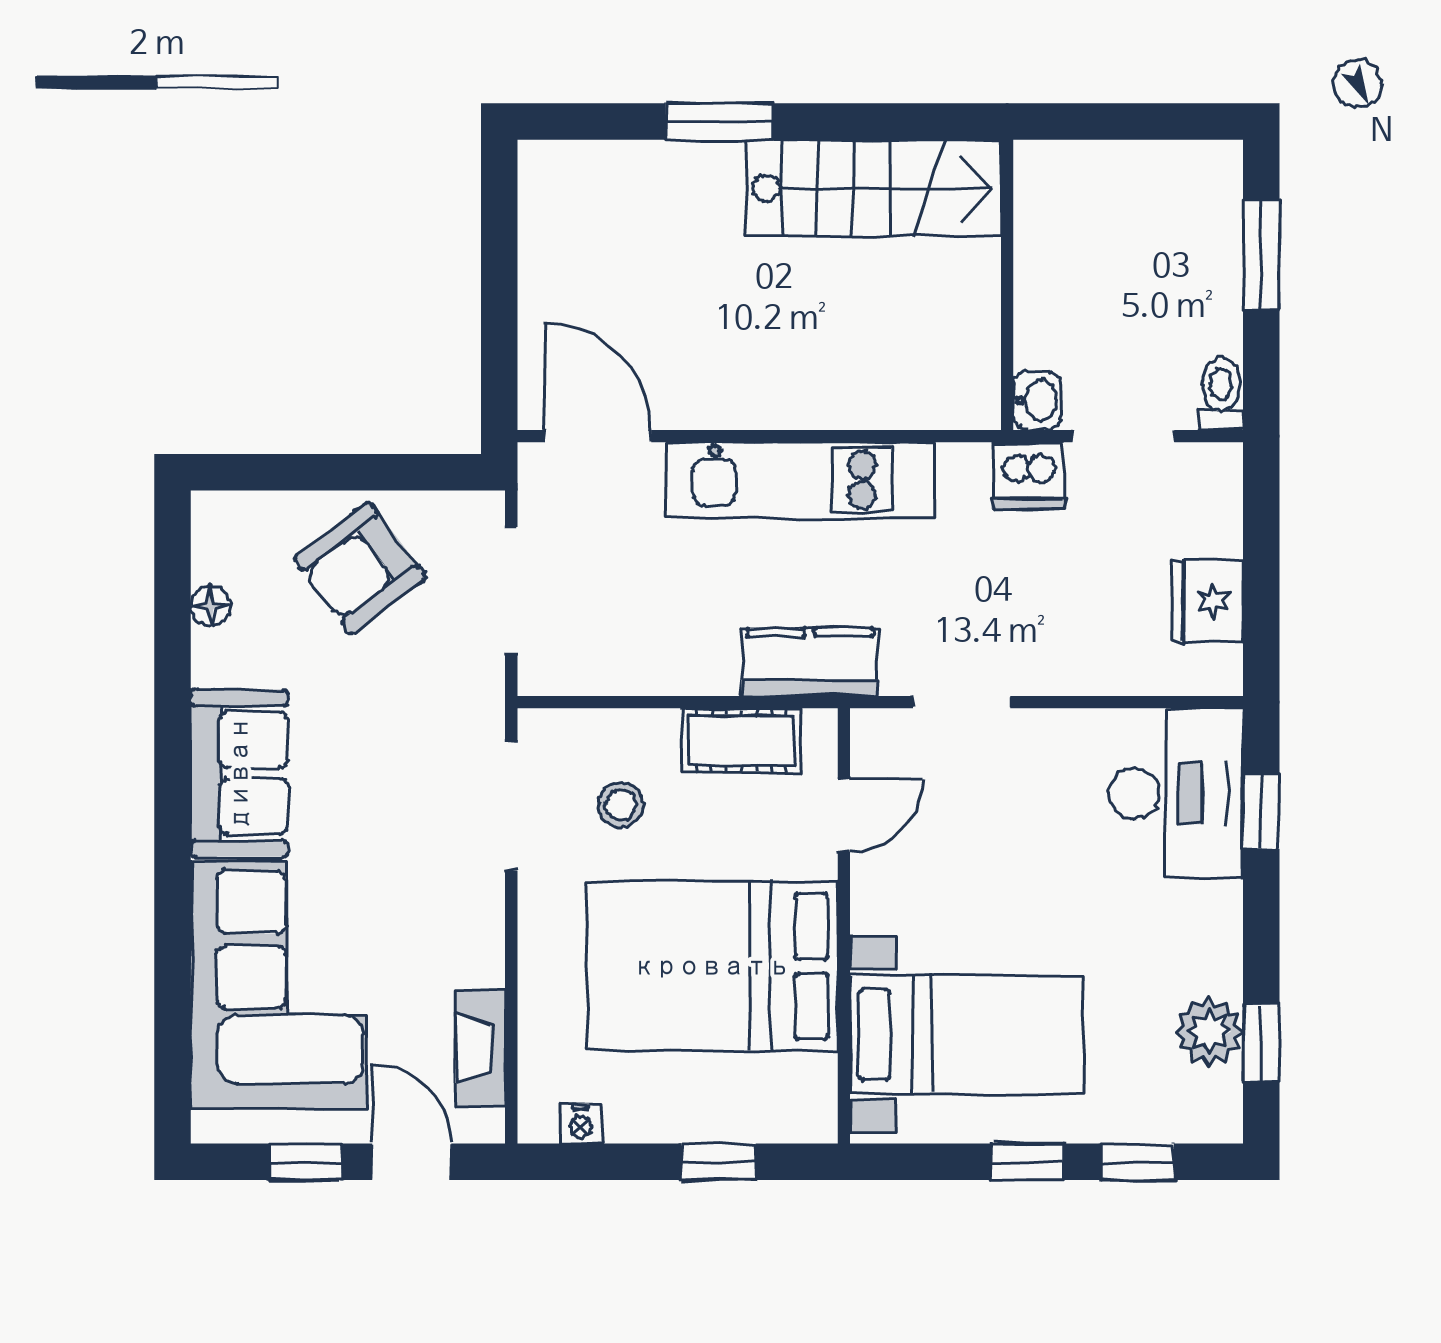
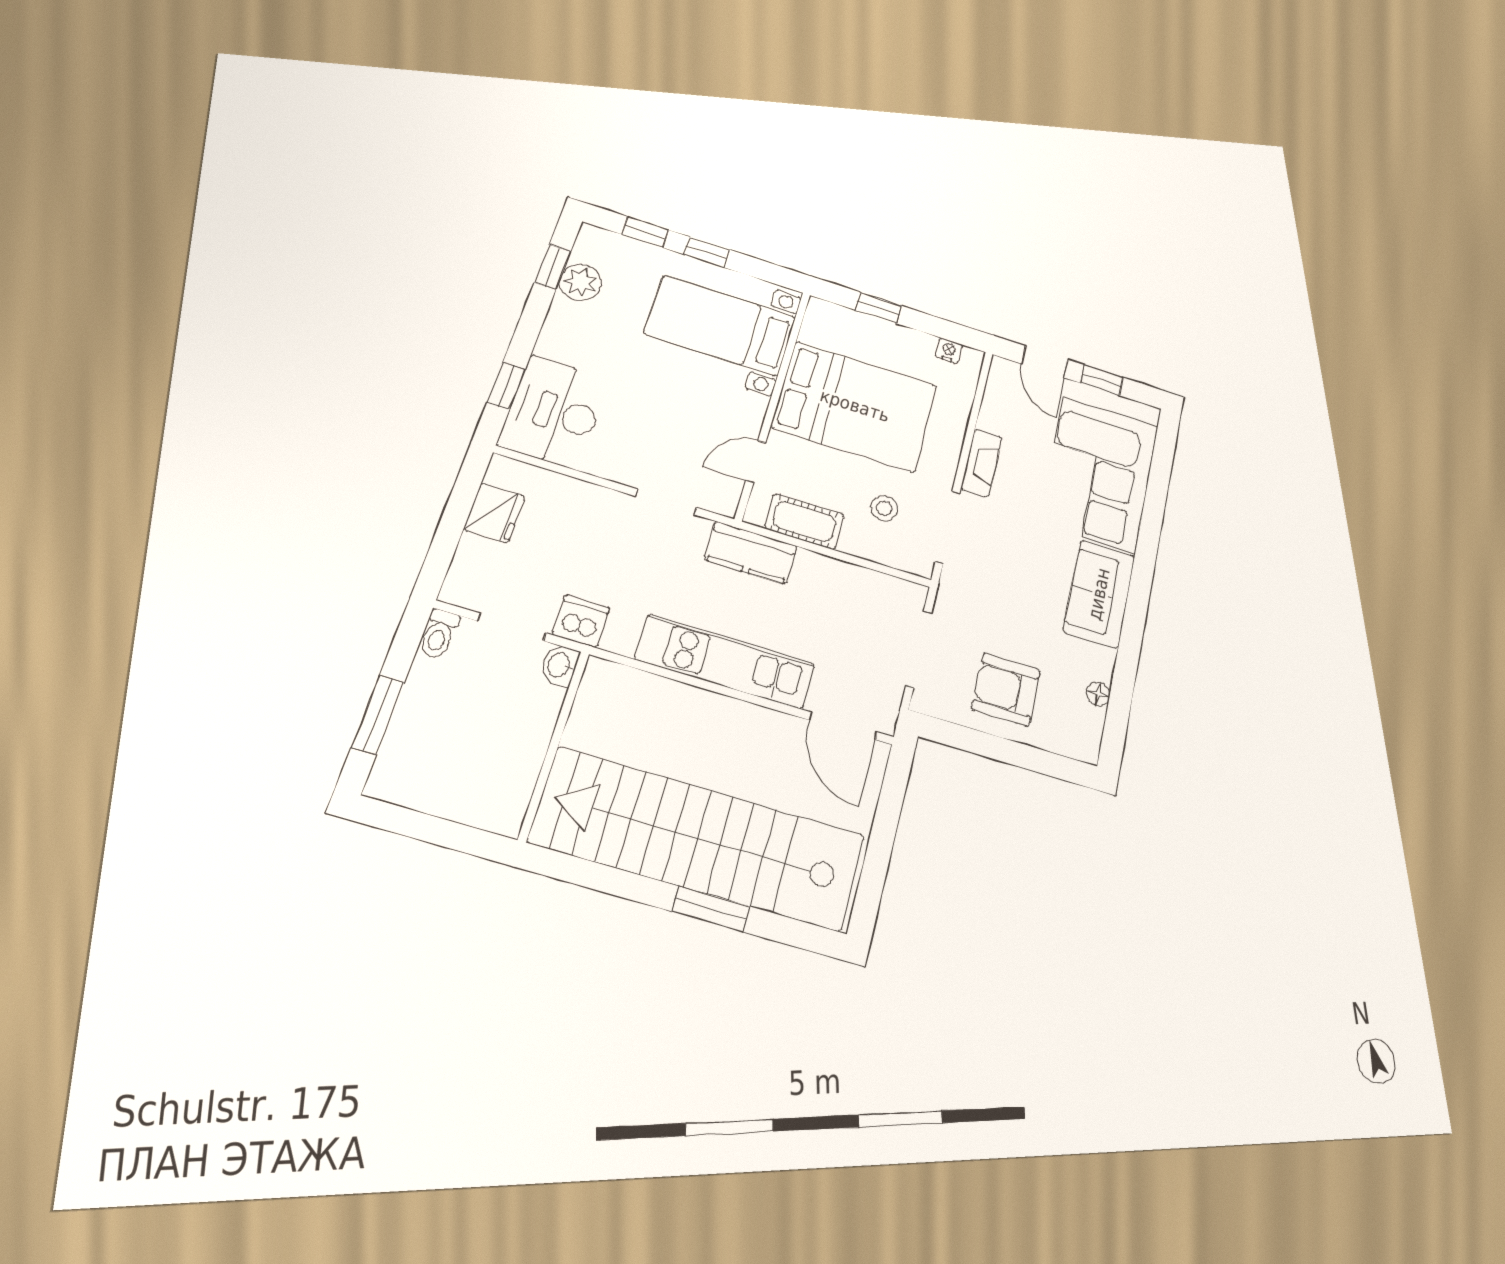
stairs: (874, 188) -> (699, 839), width x1.86, depth x1.51
armchair: (360, 568) -> (1006, 690), turned -143
fireplace: (480, 1048) -> (982, 463), moved

